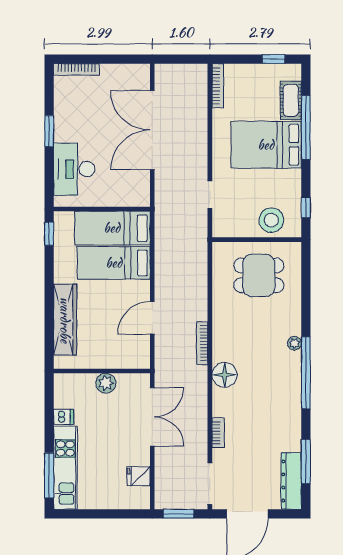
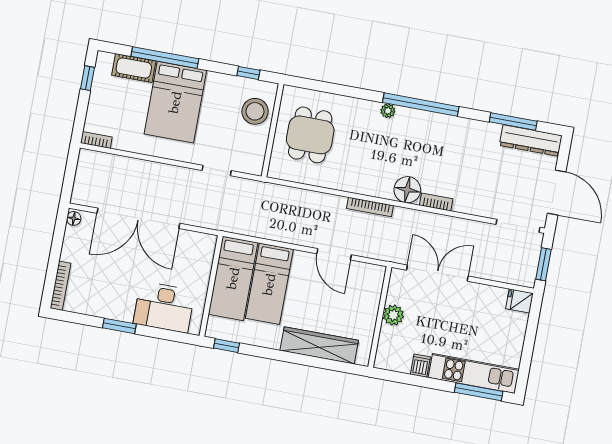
floor lamp: (141, 70) -> (74, 218), added
bookcase: (218, 86) -> (96, 140), width x0.64
bookcase: (218, 433) -> (436, 202), moved
fridge: (139, 476) -> (519, 301), moved, turned 90

